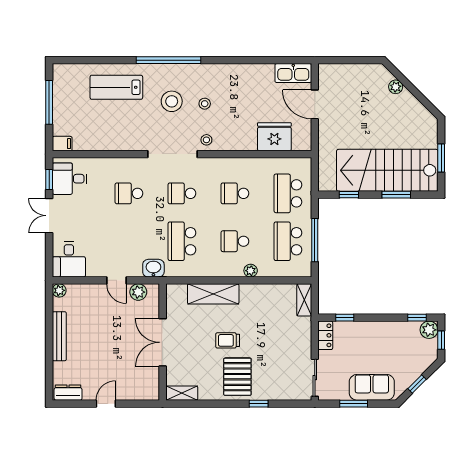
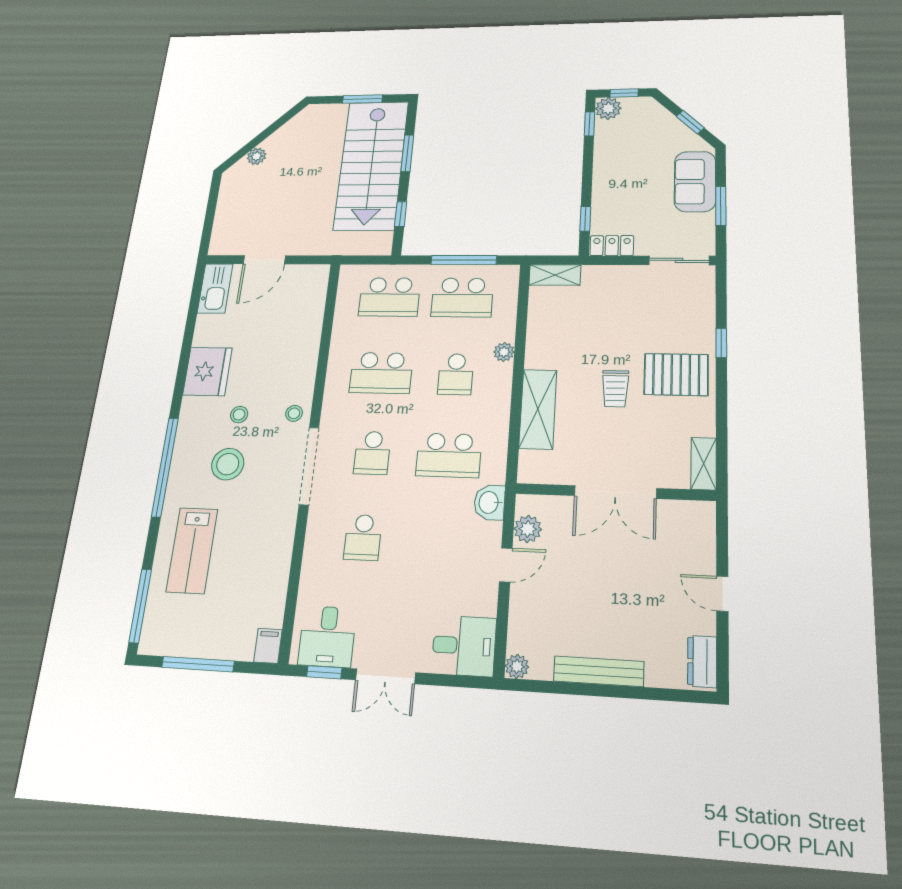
window: (81, 60) -> (140, 606), added
fridge: (274, 137) -> (207, 371), moved, turned 180
school desk: (235, 193) -> (381, 373), width x1.85

